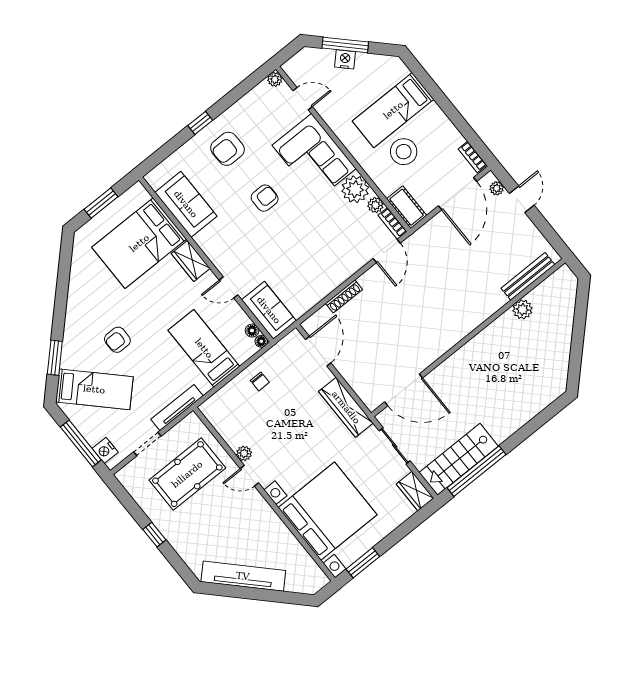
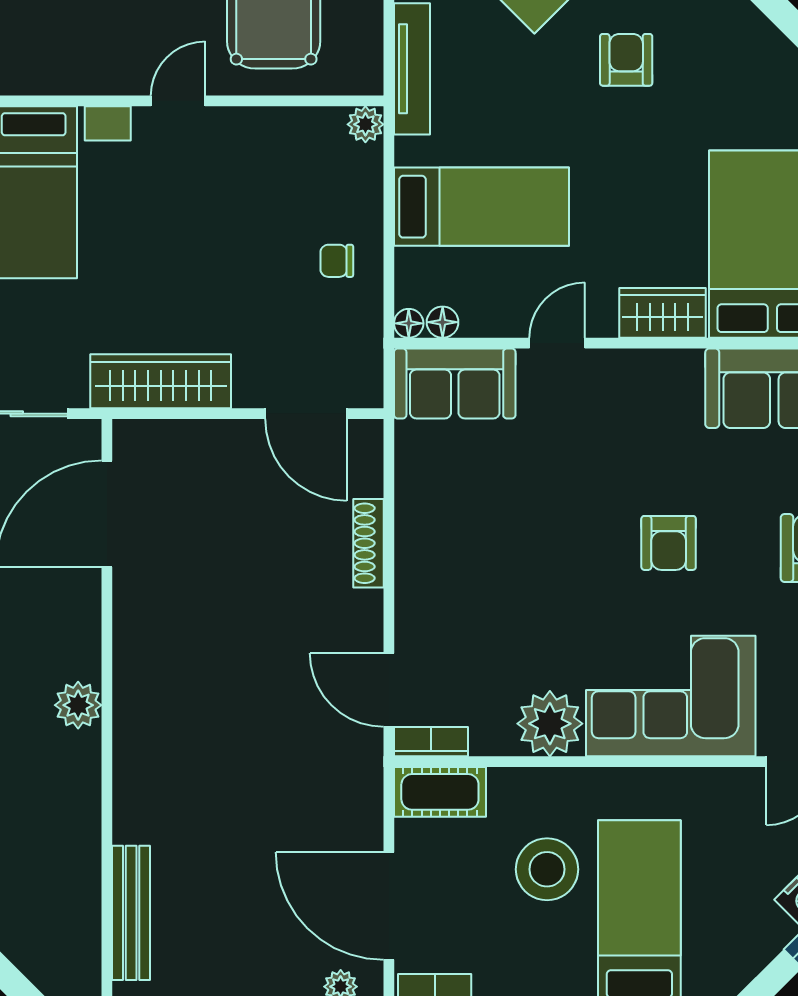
plant: (375, 205) -> (490, 738), removed
plant: (522, 309) -> (78, 705), moved
plant: (244, 453) -> (365, 124), moved

